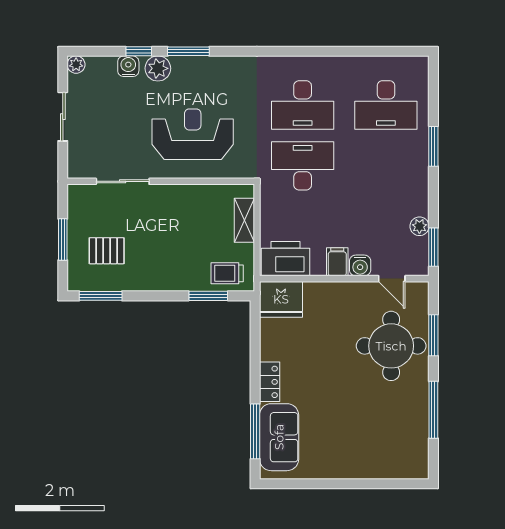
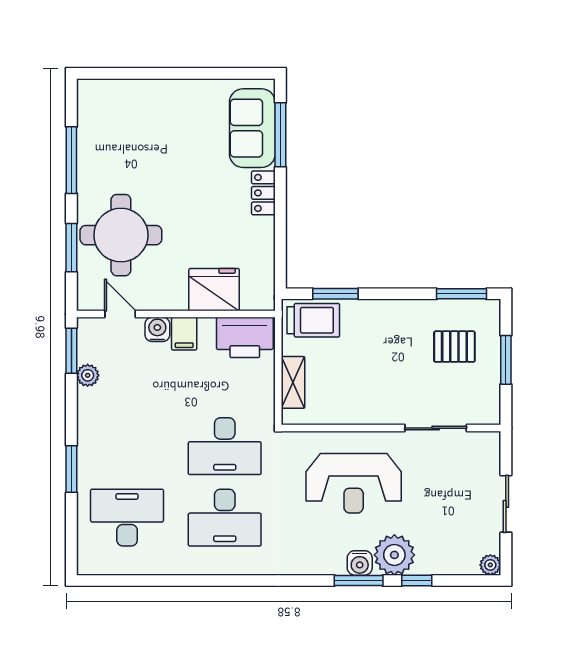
water cooler: (128, 66) -> (360, 563), moved
plant: (158, 68) -> (394, 555), width x1.36, depth x1.36
desk: (303, 105) -> (225, 518), turned 180
trolley: (227, 273) -> (313, 320), width x1.36, depth x1.39
fridge: (281, 299) -> (214, 290), moved

